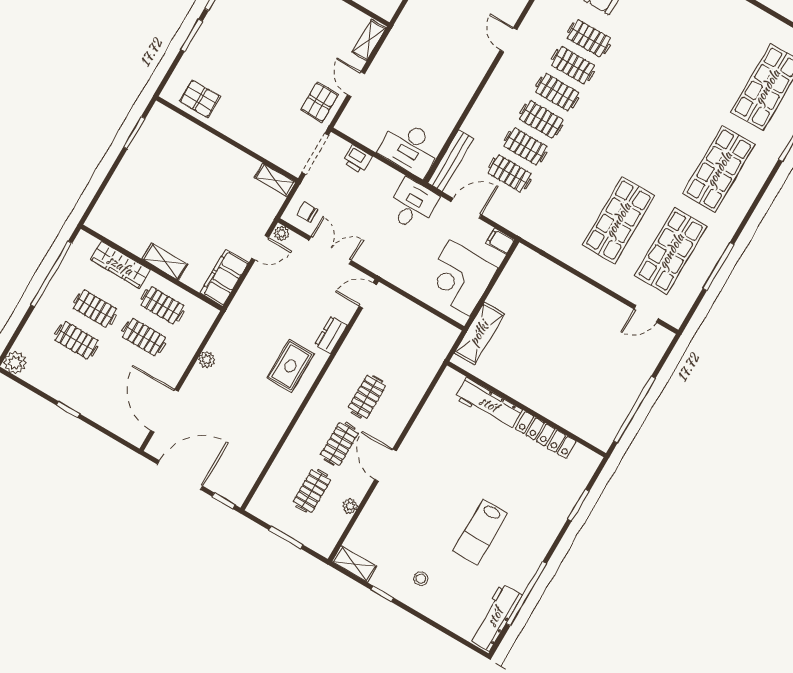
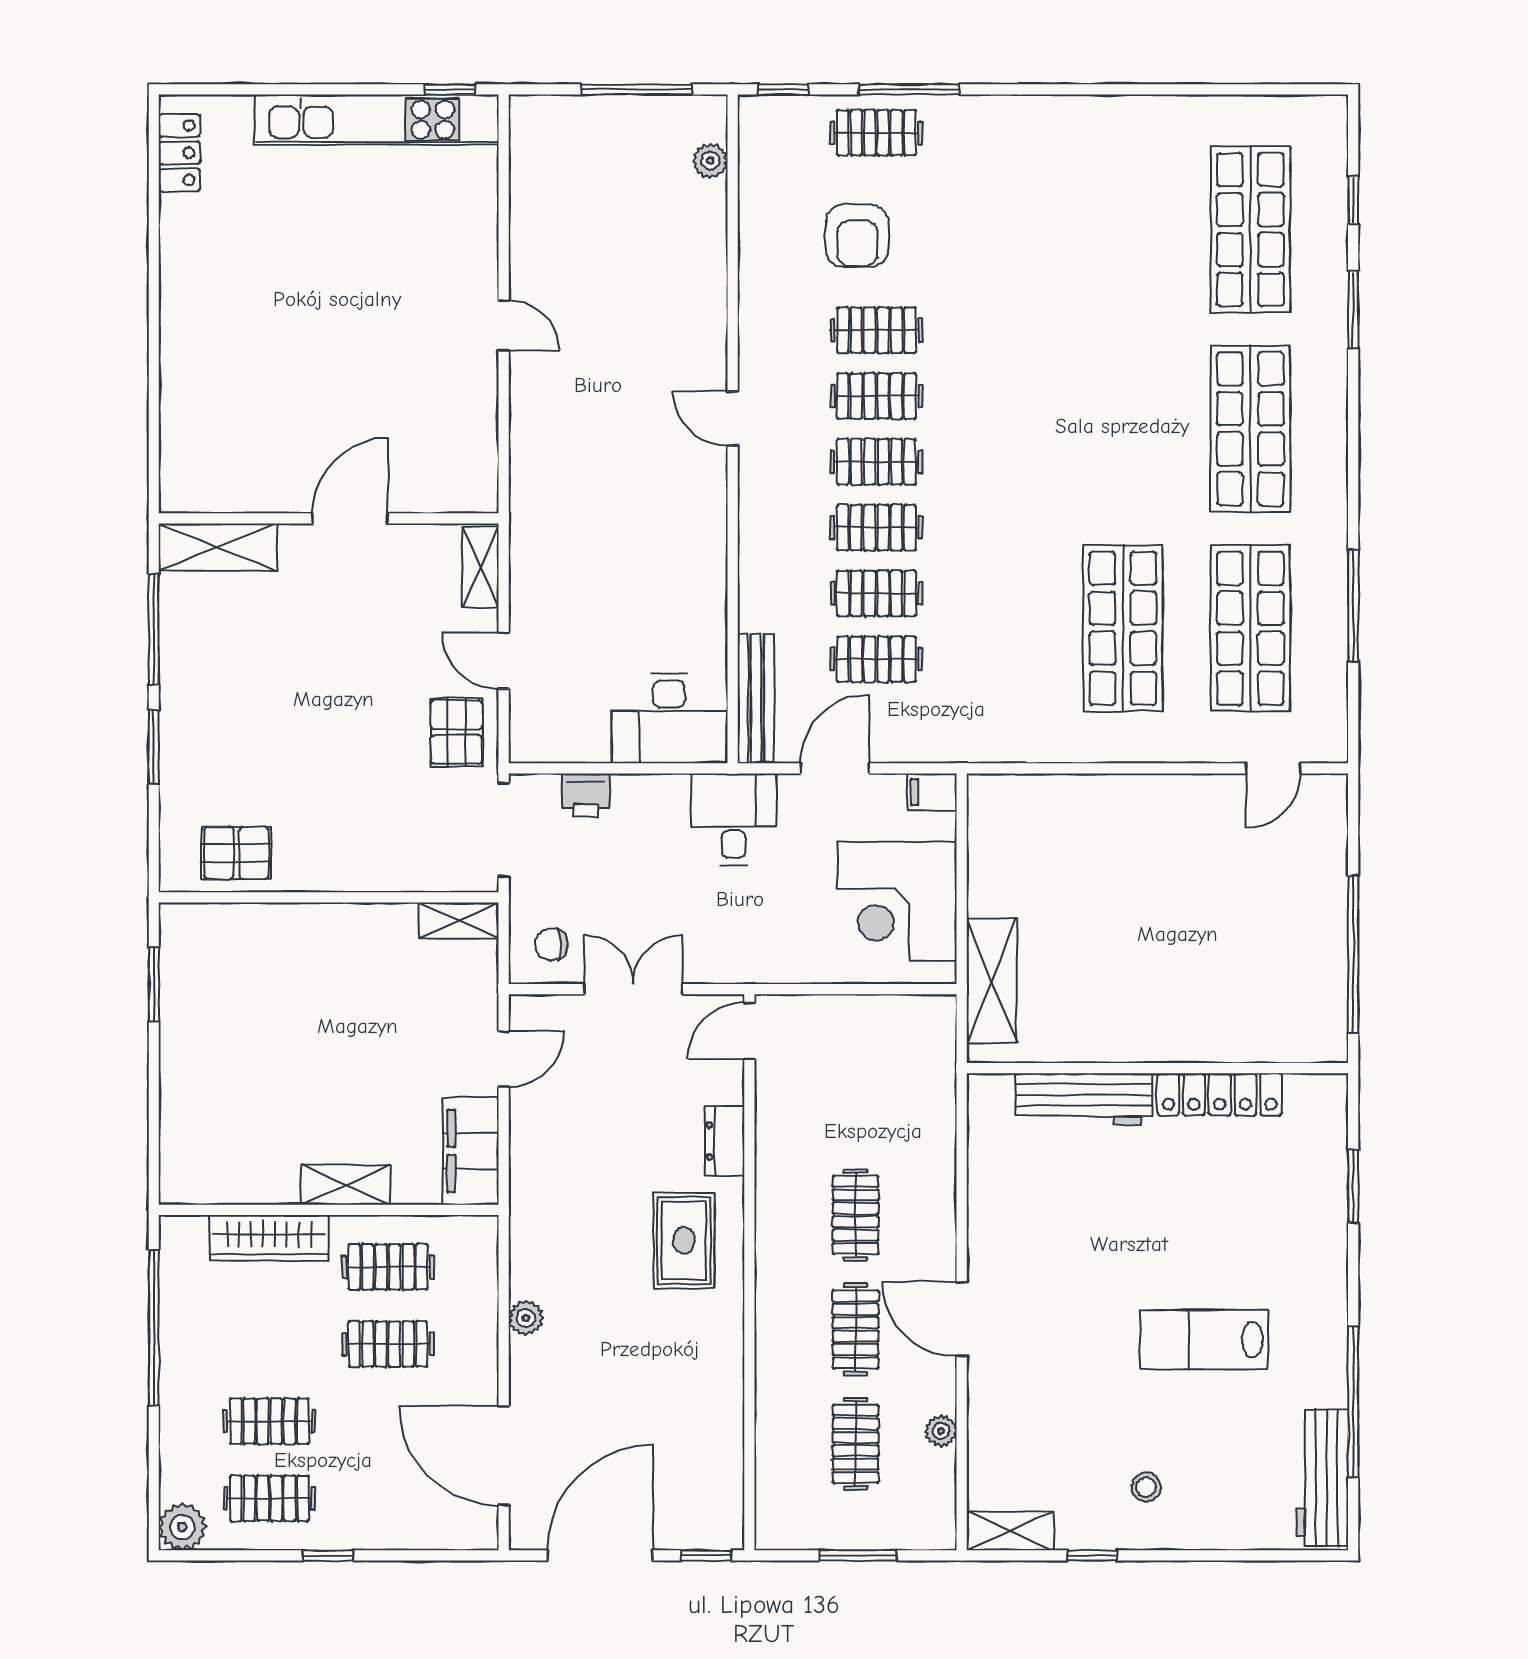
plant: (282, 233) -> (527, 1010), removed
clothes rail: (95, 309) -> (269, 1498), moved
lab bench: (480, 532) -> (1204, 1340), turned 90

